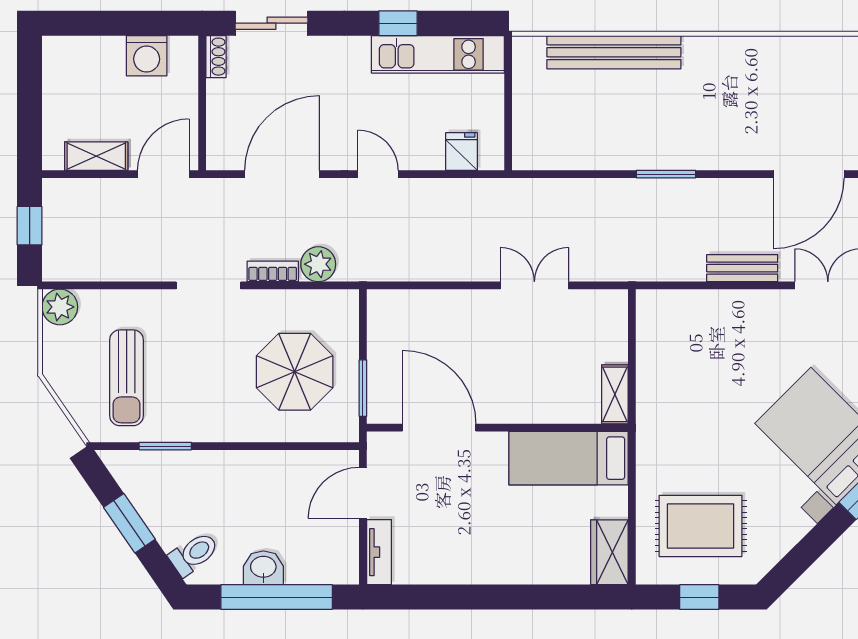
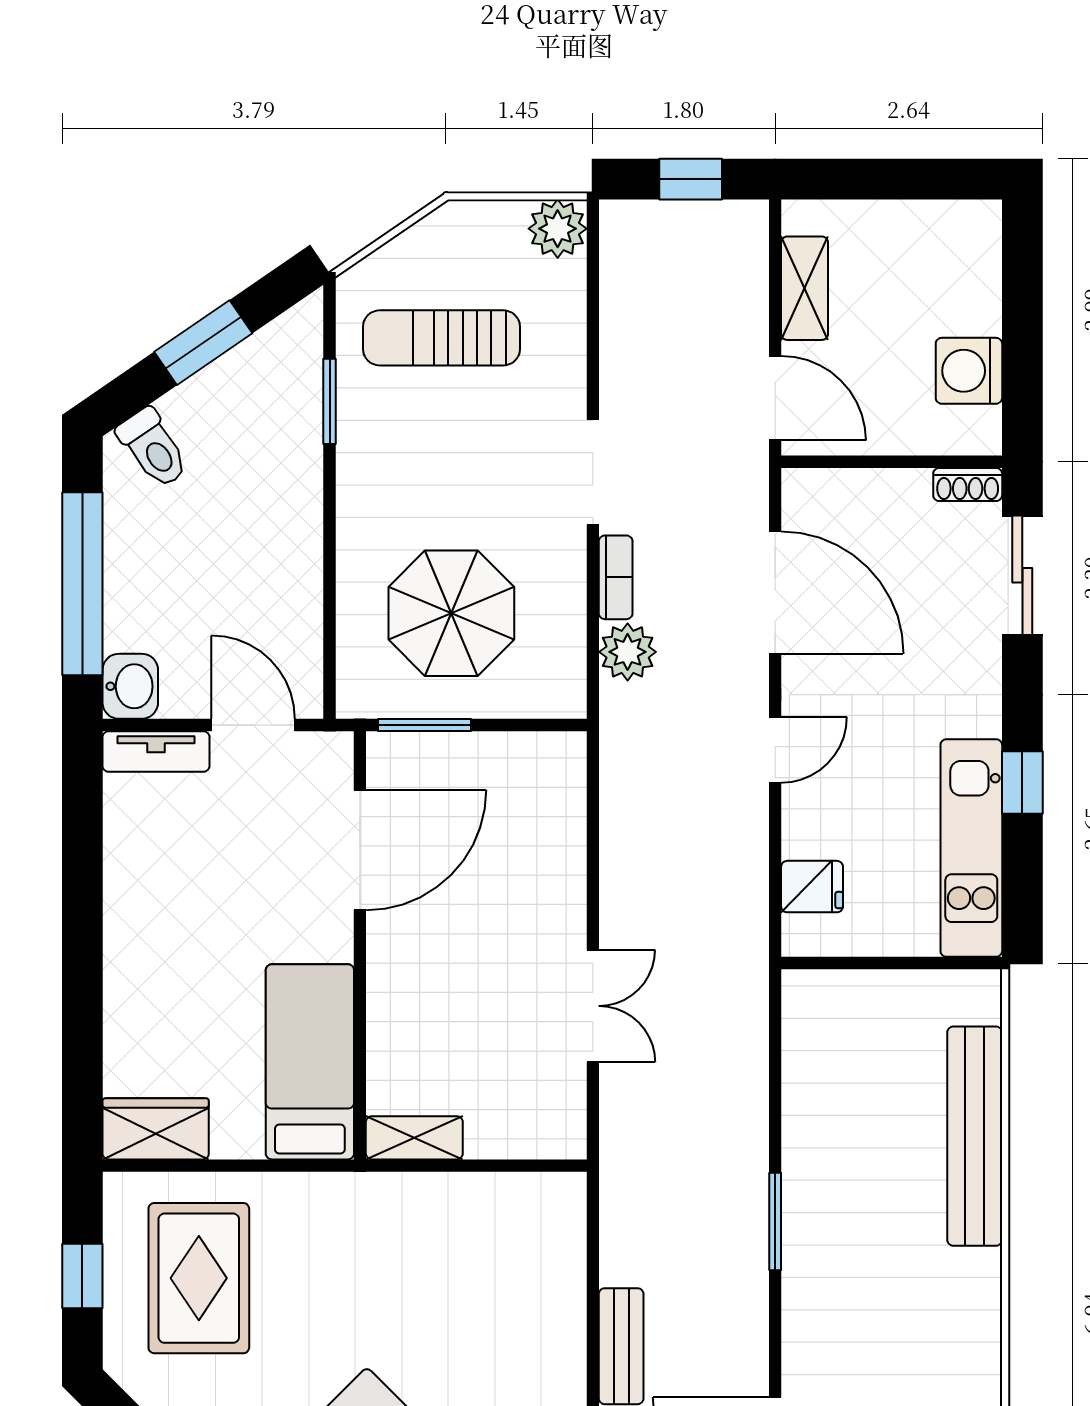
washbasin: (263, 568) -> (130, 686), moved

